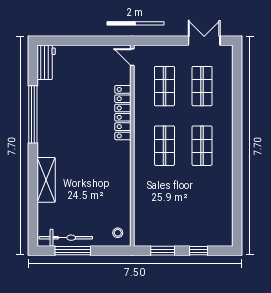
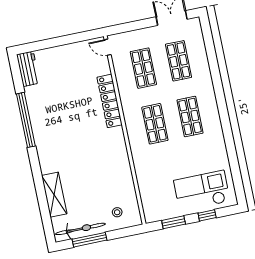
shelving: (46, 180) -> (54, 195), moved
checkout: (198, 224) -> (202, 191), added
stool: (118, 233) -> (117, 212), moved

